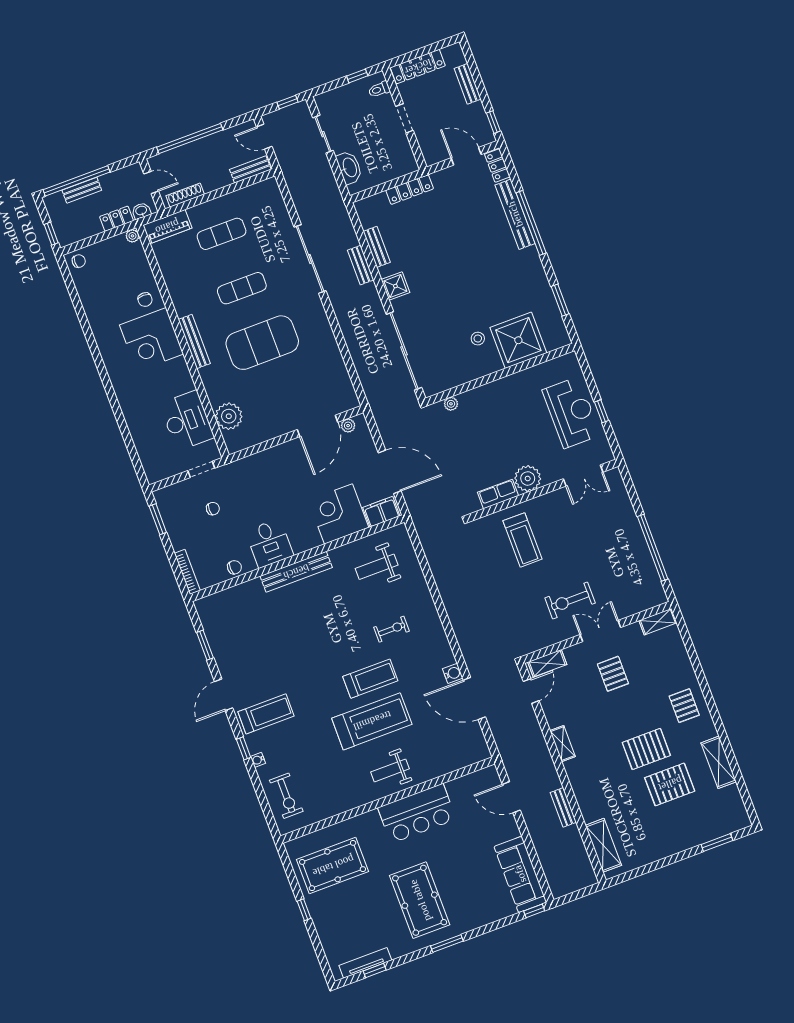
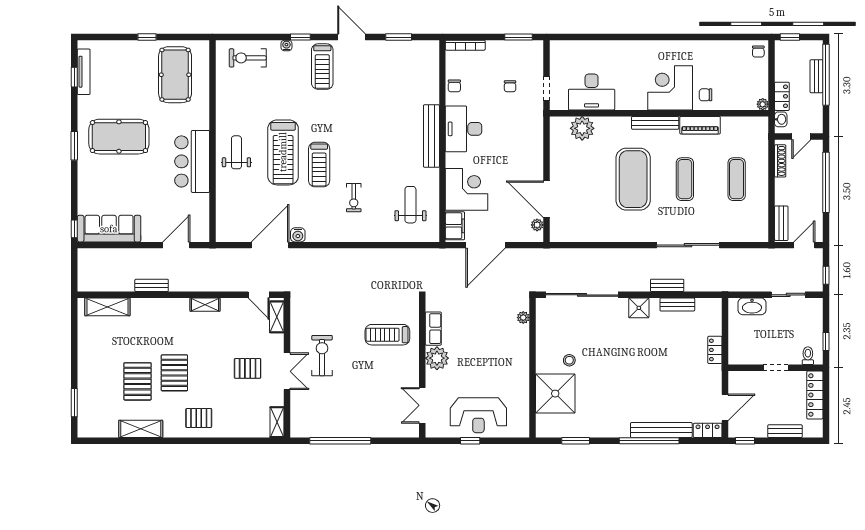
locker: (410, 189) -> (715, 350), width x0.66
piano: (167, 227) -> (700, 125), moved, turned -90
desk: (269, 543) -> (464, 129), width x1.37

